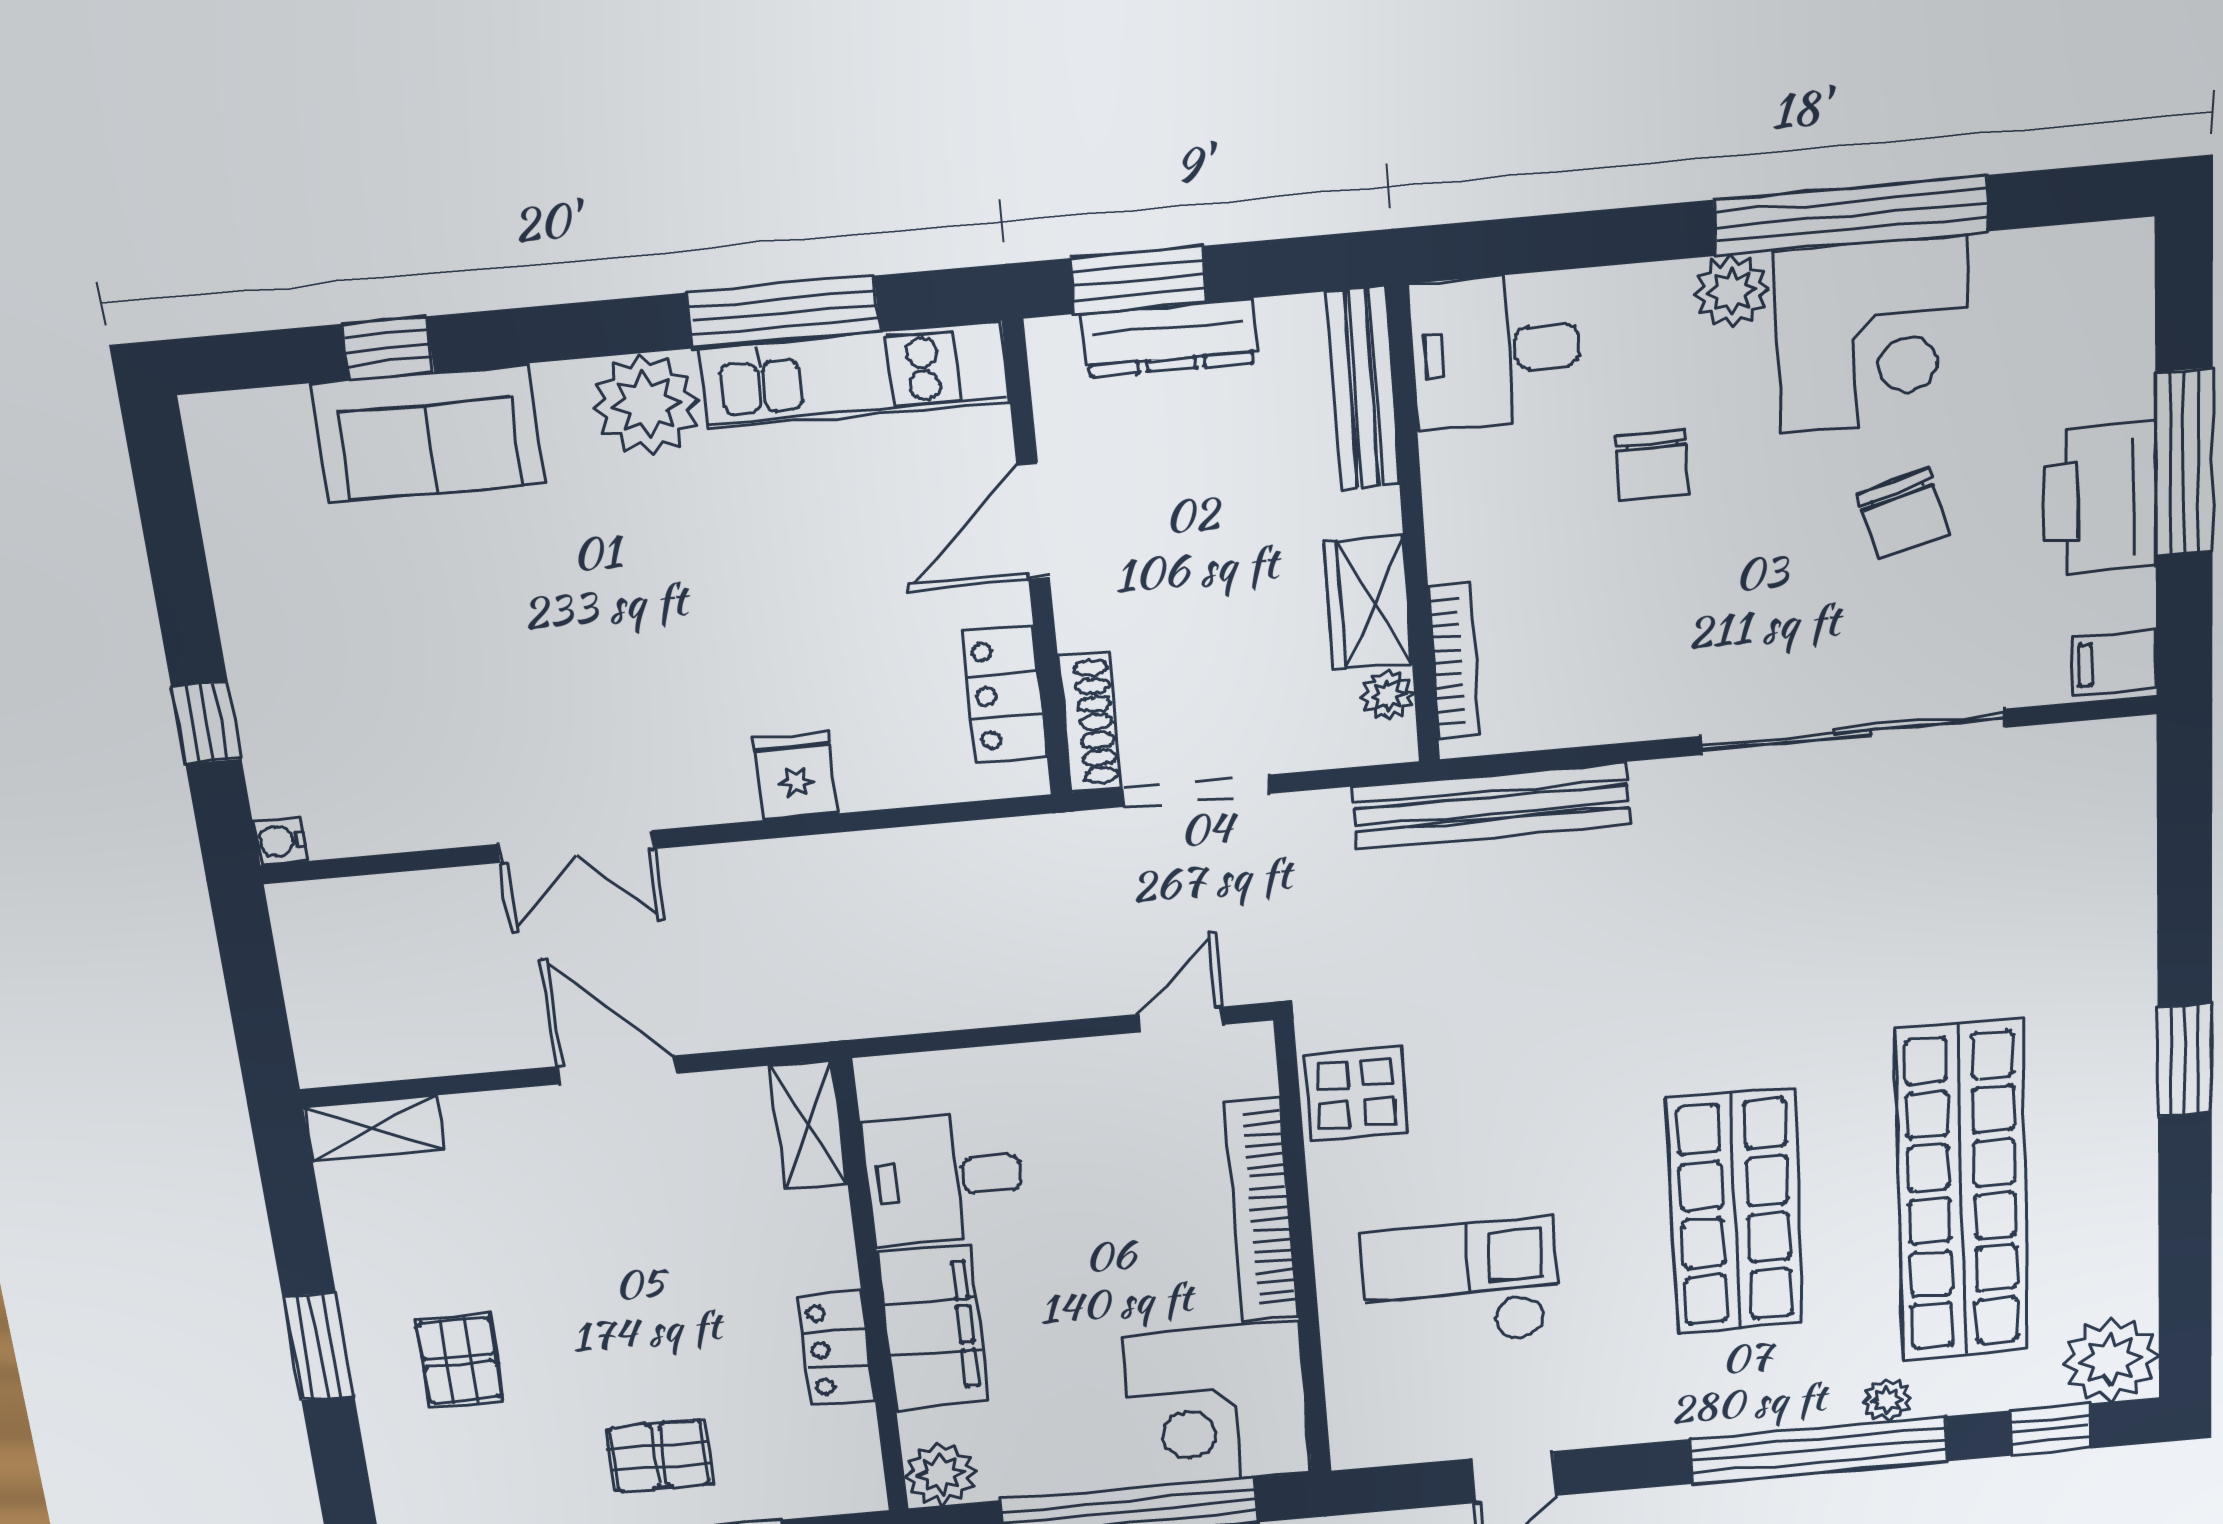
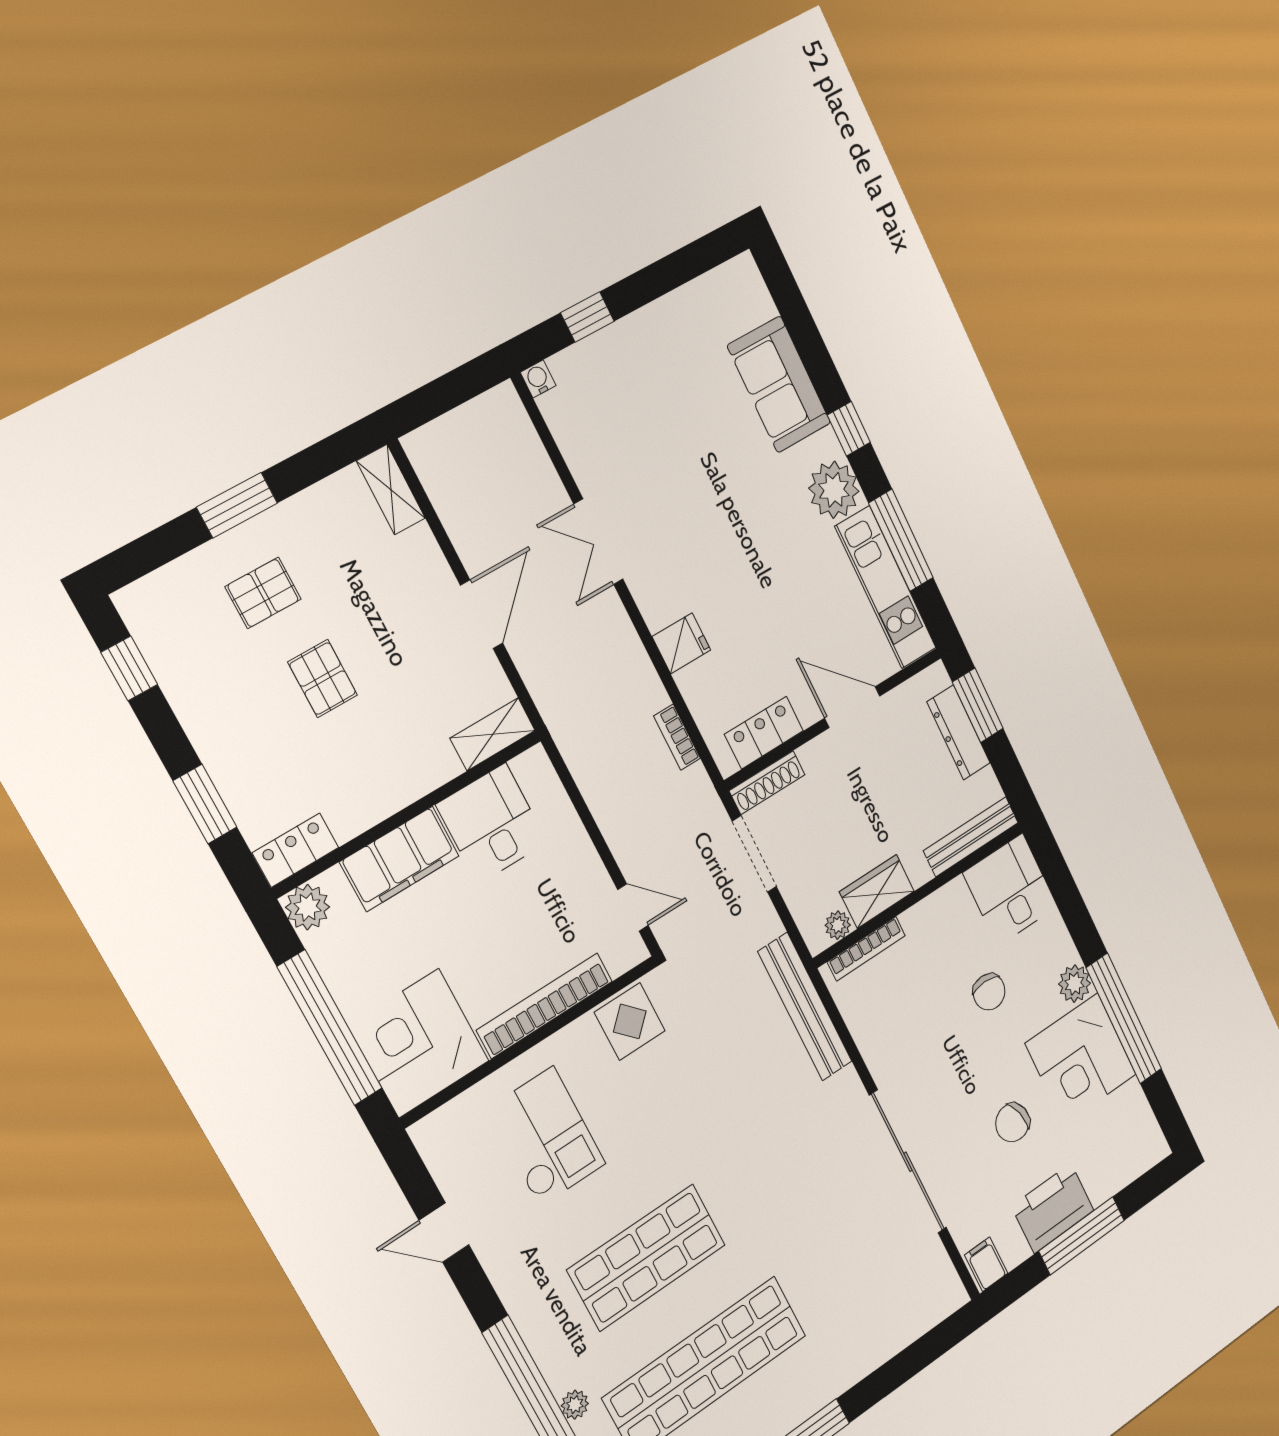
window: (388, 348) -> (849, 429), moved
chair: (1652, 465) -> (989, 992), turned -90
bookcase: (945, 843) -> (677, 737), added
locker: (836, 1349) -> (296, 850), moved
pallet: (659, 1456) -> (323, 679), moved

